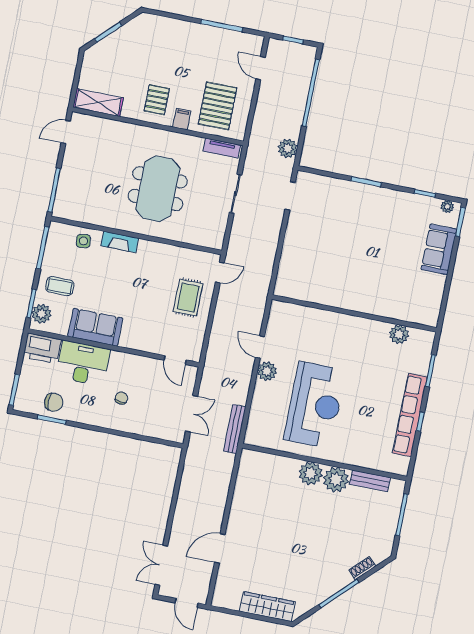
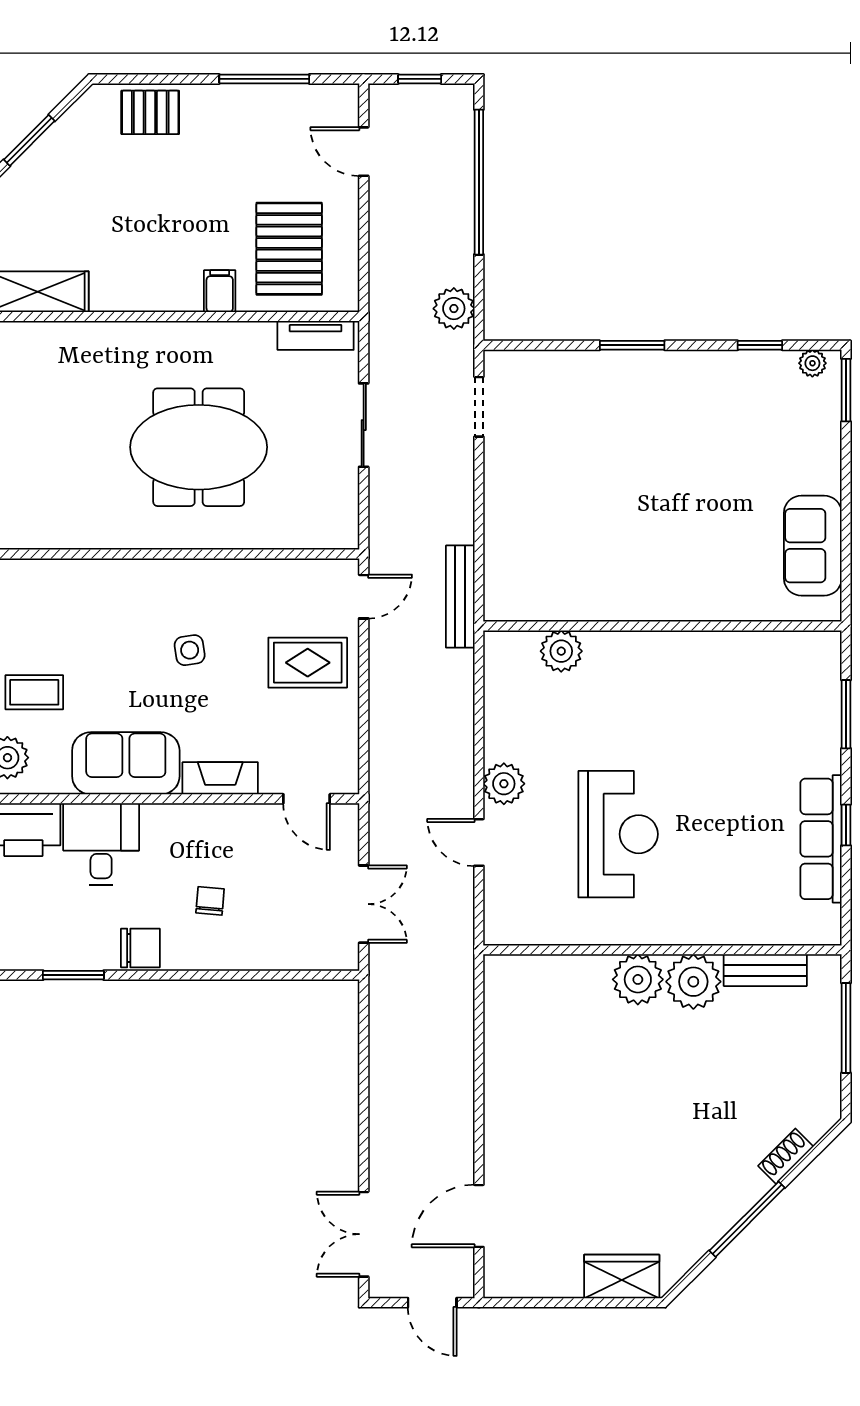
pallet: (157, 100) -> (150, 112), moved, turned 90
meeting table: (158, 189) -> (199, 447), turned 90
side table: (83, 241) -> (190, 650), moved
fireplace: (120, 242) -> (220, 778), moved, turned 180
sofa: (439, 249) -> (813, 546), moved
rug: (188, 298) -> (308, 663), turned 90
plant: (399, 334) -> (561, 651), moved
door: (260, 347) -> (479, 842), moved
desk: (83, 363) -> (101, 844), width x0.73
chair: (54, 402) -> (140, 948), moved
reception desk: (315, 405) -> (618, 834), width x0.74, depth x0.77
row of seats: (410, 415) -> (821, 839), width x0.73
bench: (235, 429) -> (460, 597), moved
door: (220, 548) -> (479, 1216), moved
wardrobe: (267, 607) -> (622, 1276), width x0.67

